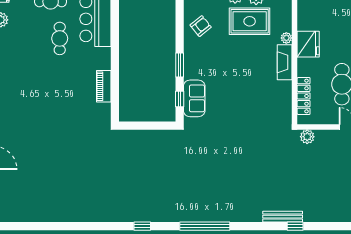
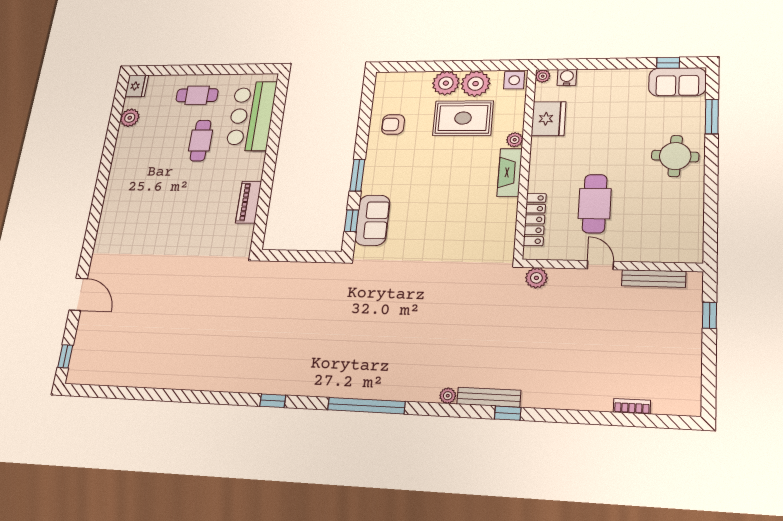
armchair: (201, 26) -> (393, 124), turned -141
fridge: (308, 44) -> (548, 119), moved
plant: (257, 217) -> (448, 396), added

